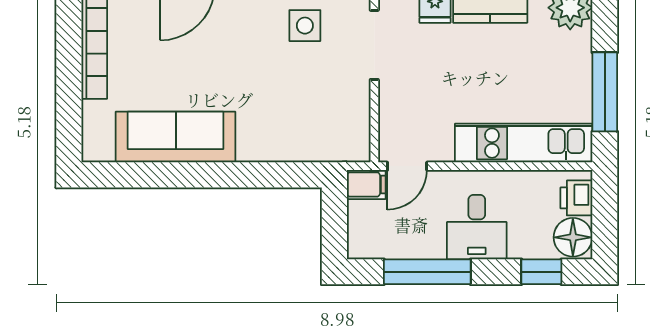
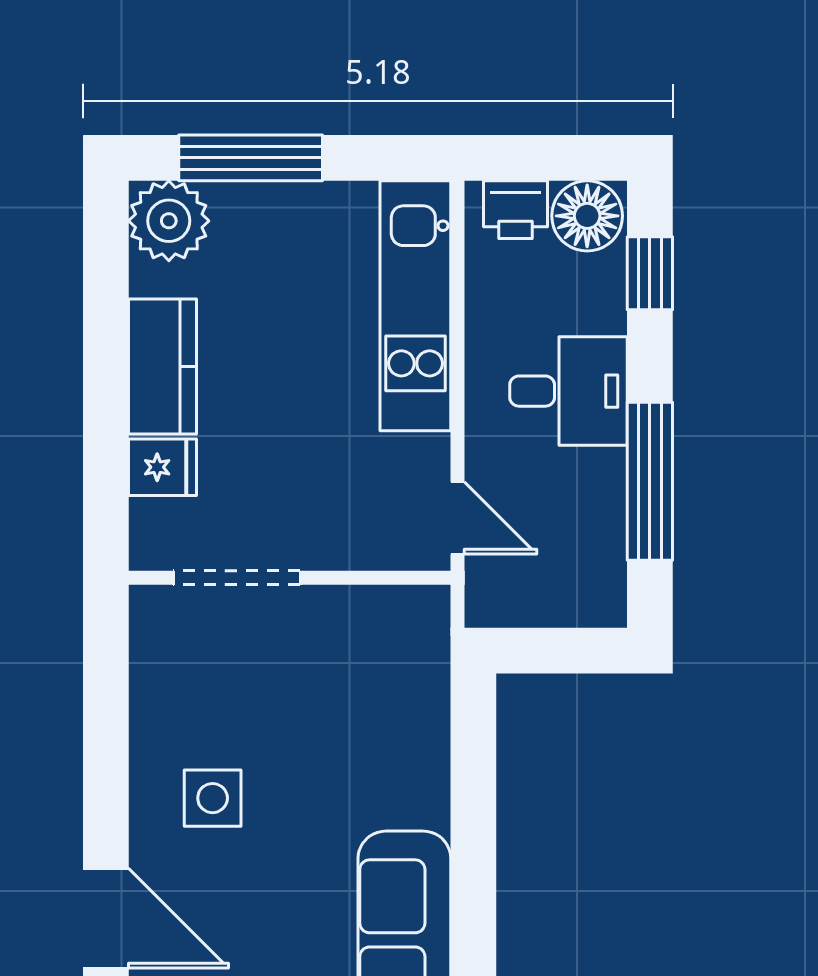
side table: (305, 26) -> (213, 798), moved
window: (605, 92) -> (251, 158), moved
filing cabinet: (366, 184) -> (491, 593), removed

